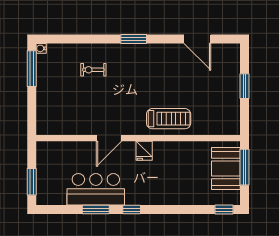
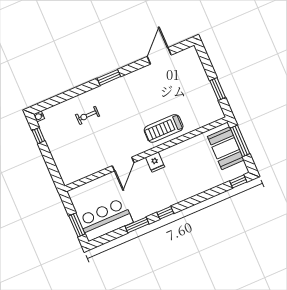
door: (197, 39) -> (159, 56), swing flipped
window: (32, 69) -> (38, 136), width x0.46
window: (244, 86) -> (218, 89), moved
treadmill: (169, 119) -> (164, 128), turned 180
bar counter: (96, 189) -> (105, 220), moved

